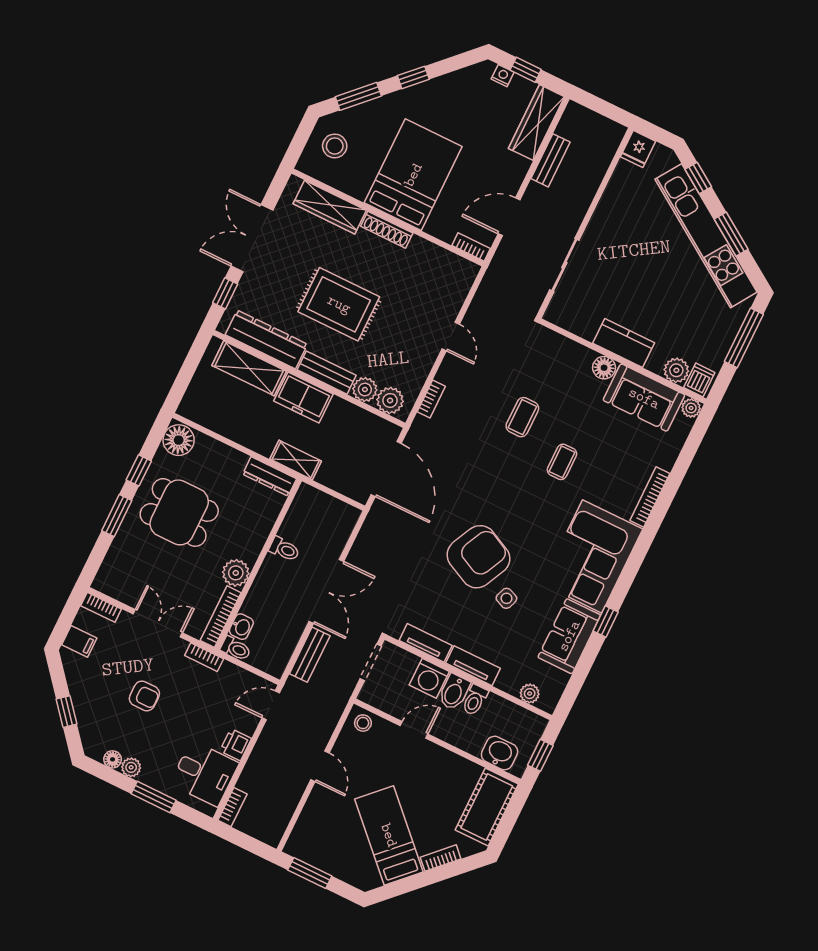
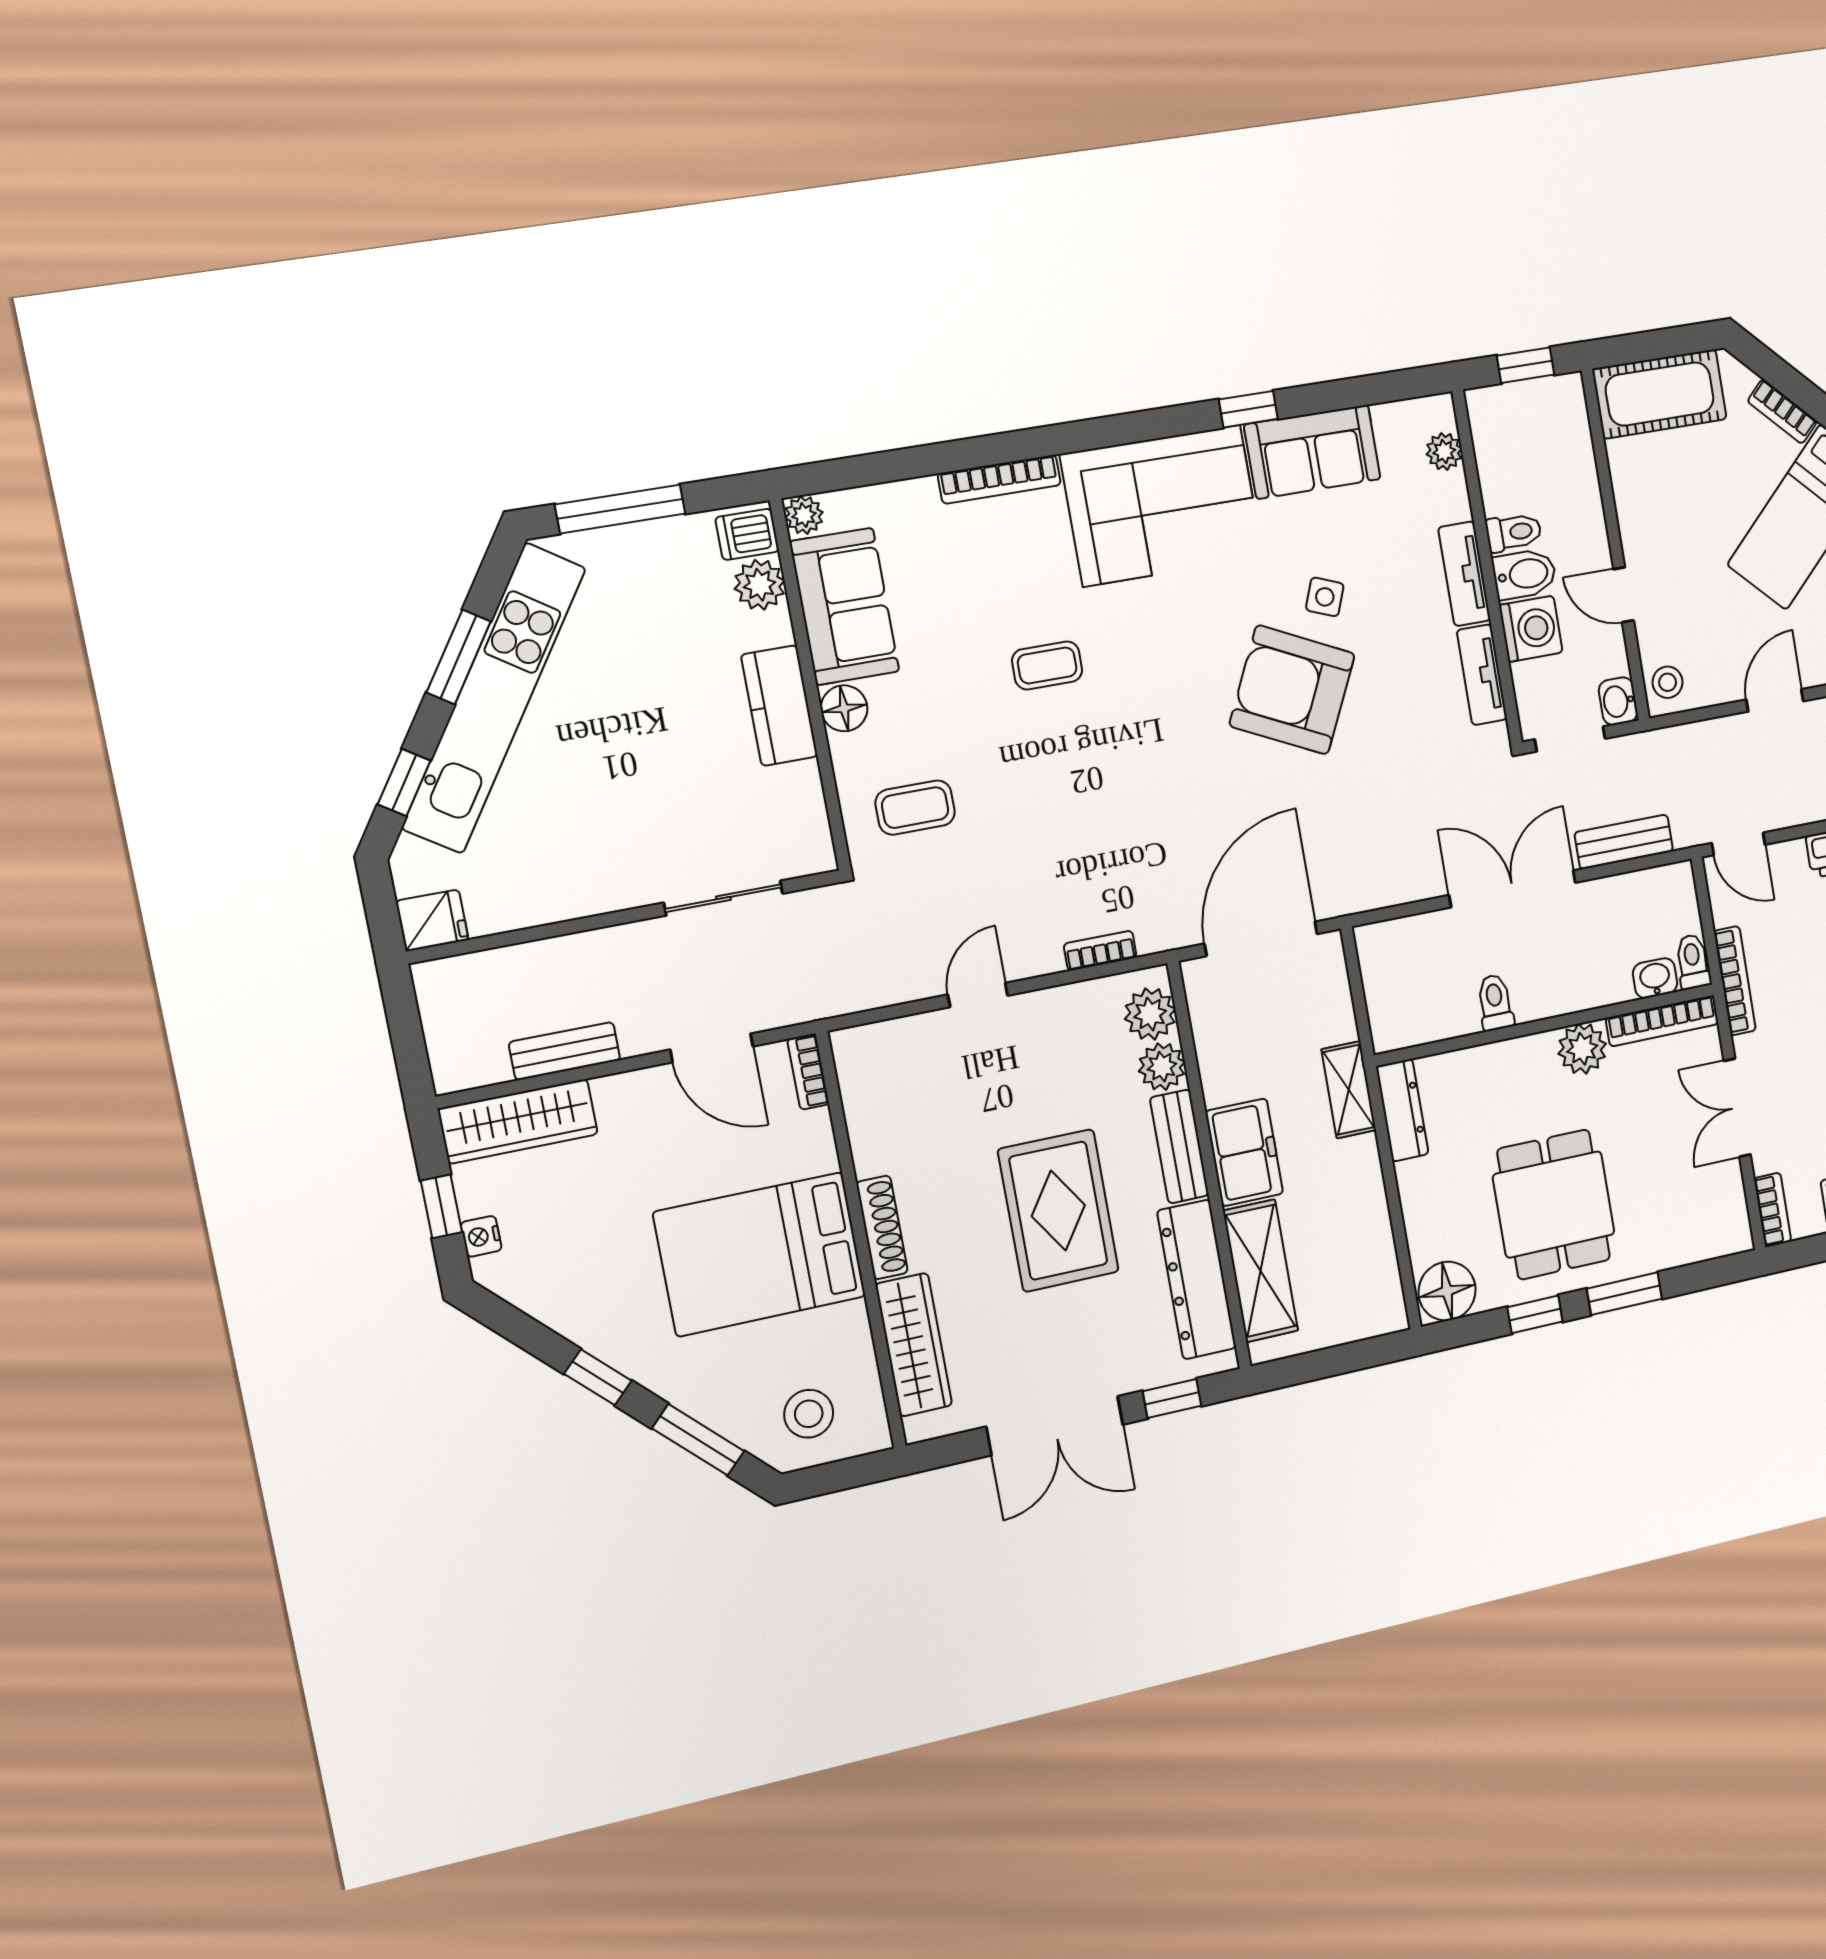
coffee table: (522, 417) -> (915, 808), moved
bookcase: (204, 657) -> (1735, 981), width x1.56
washbasin: (500, 753) -> (1618, 701), moved, width x0.72, depth x0.69

